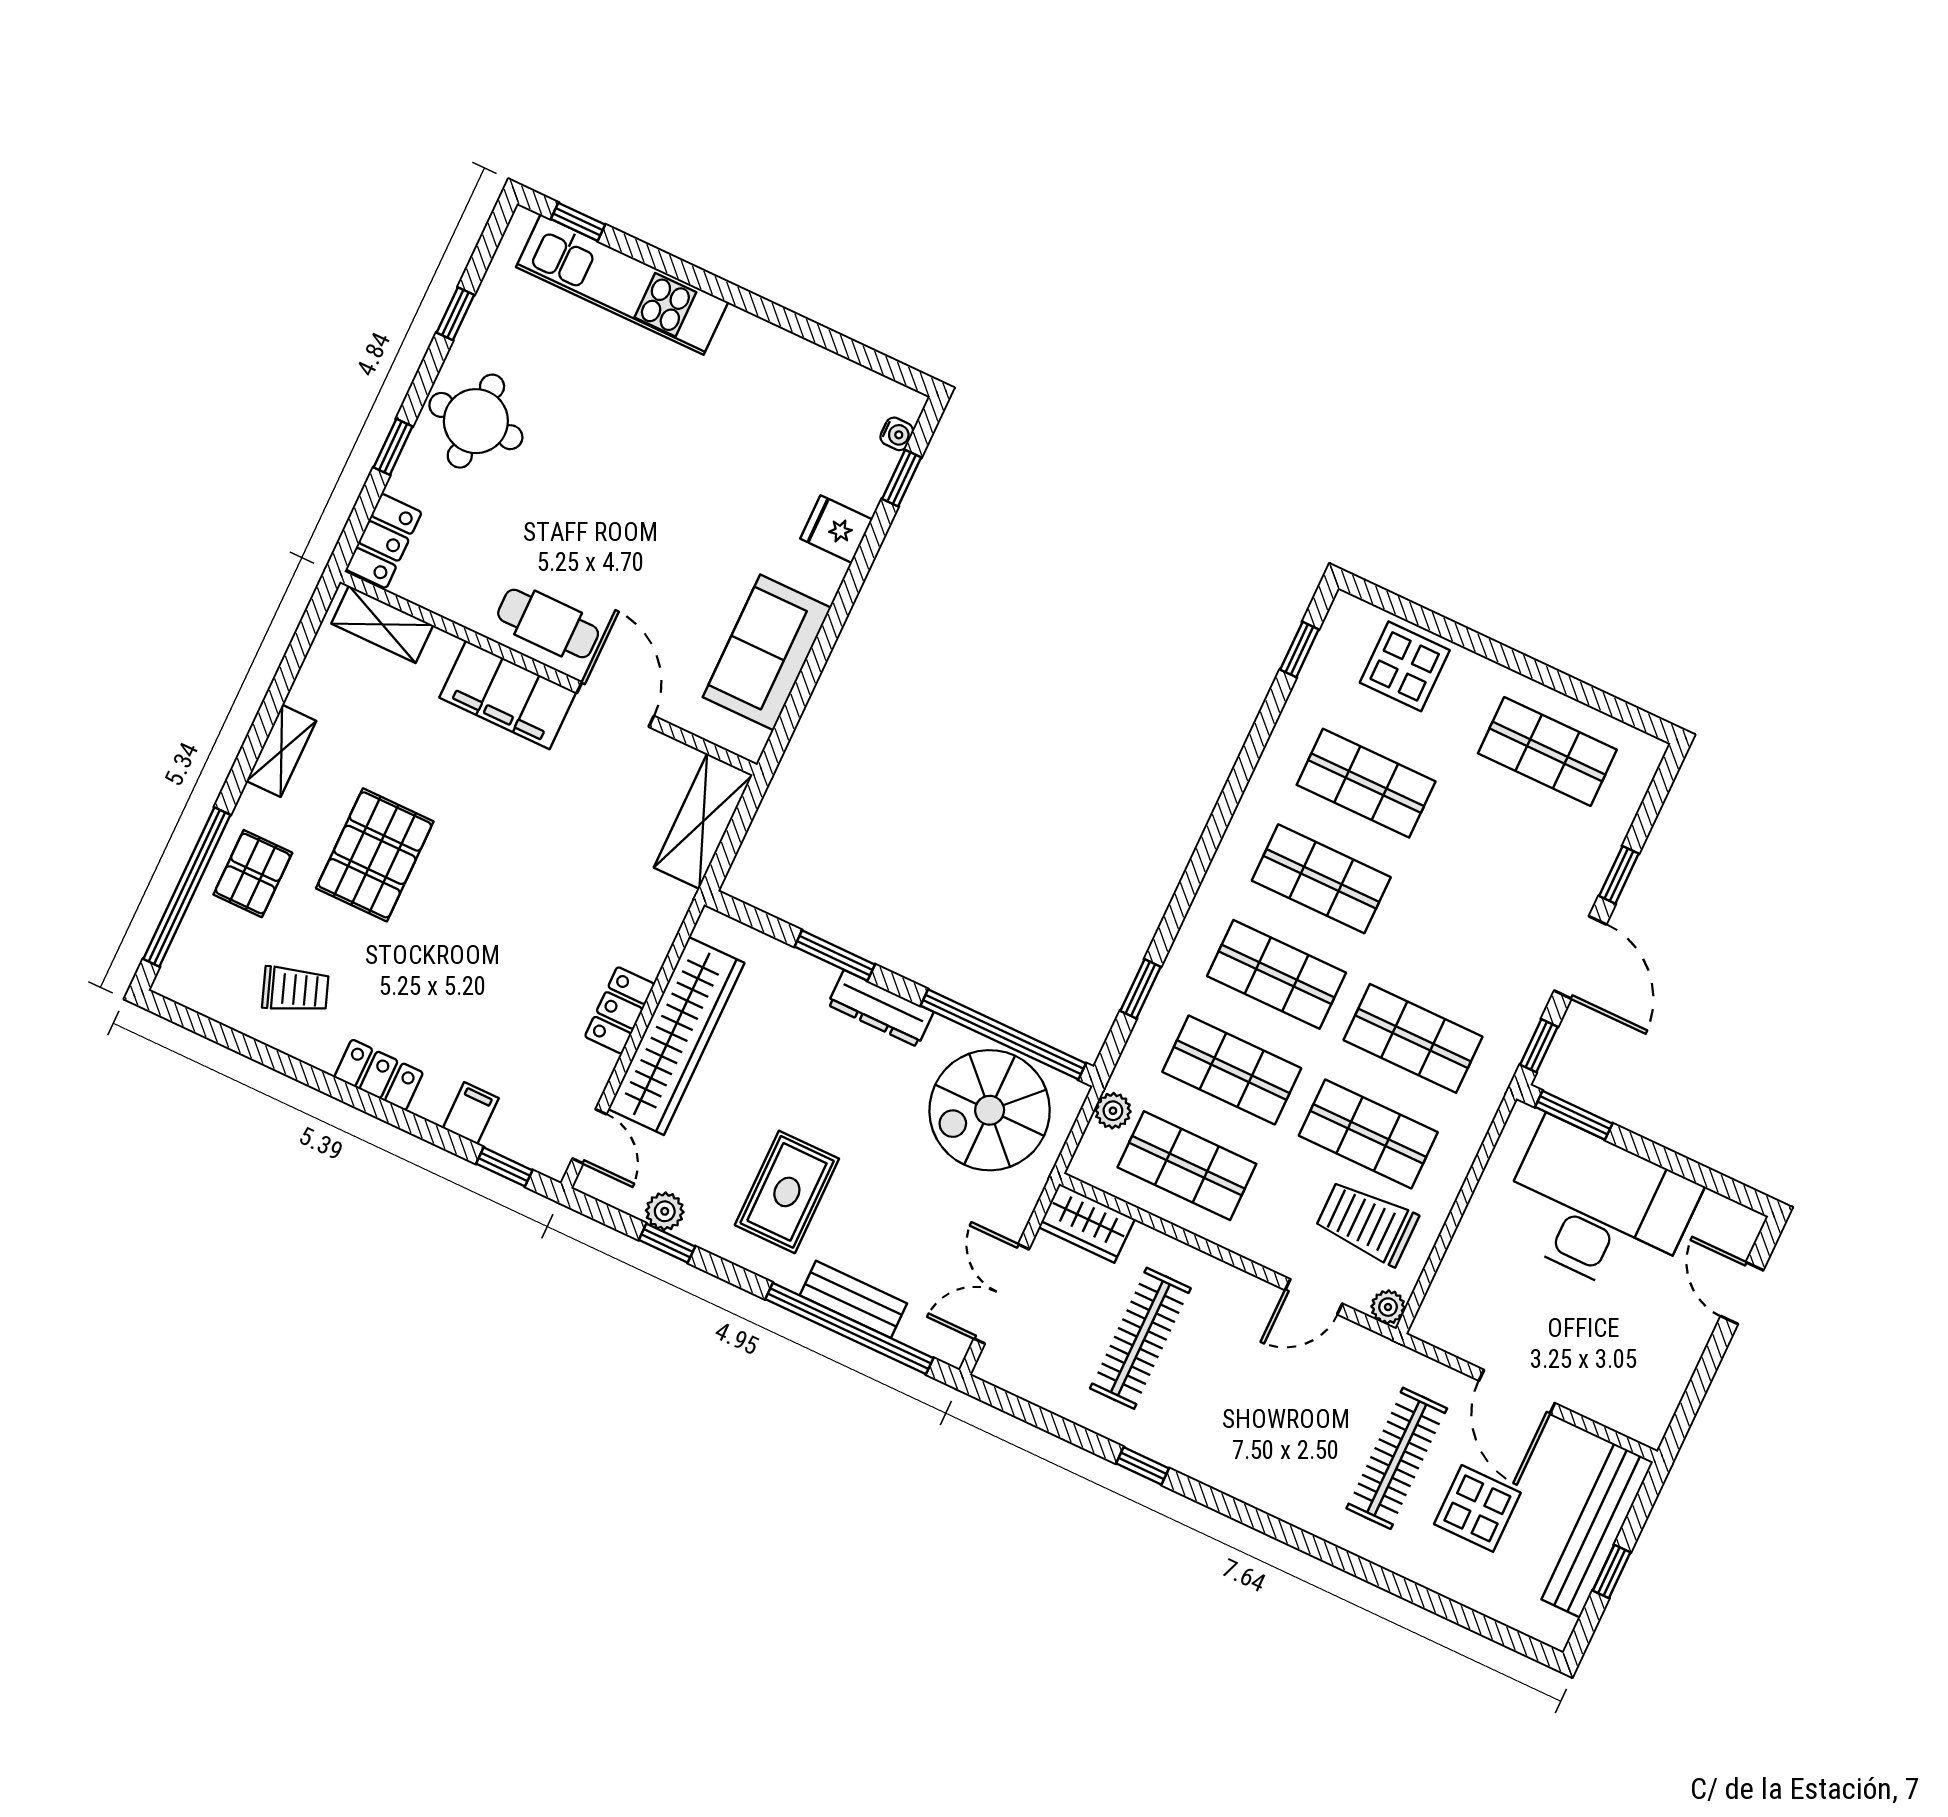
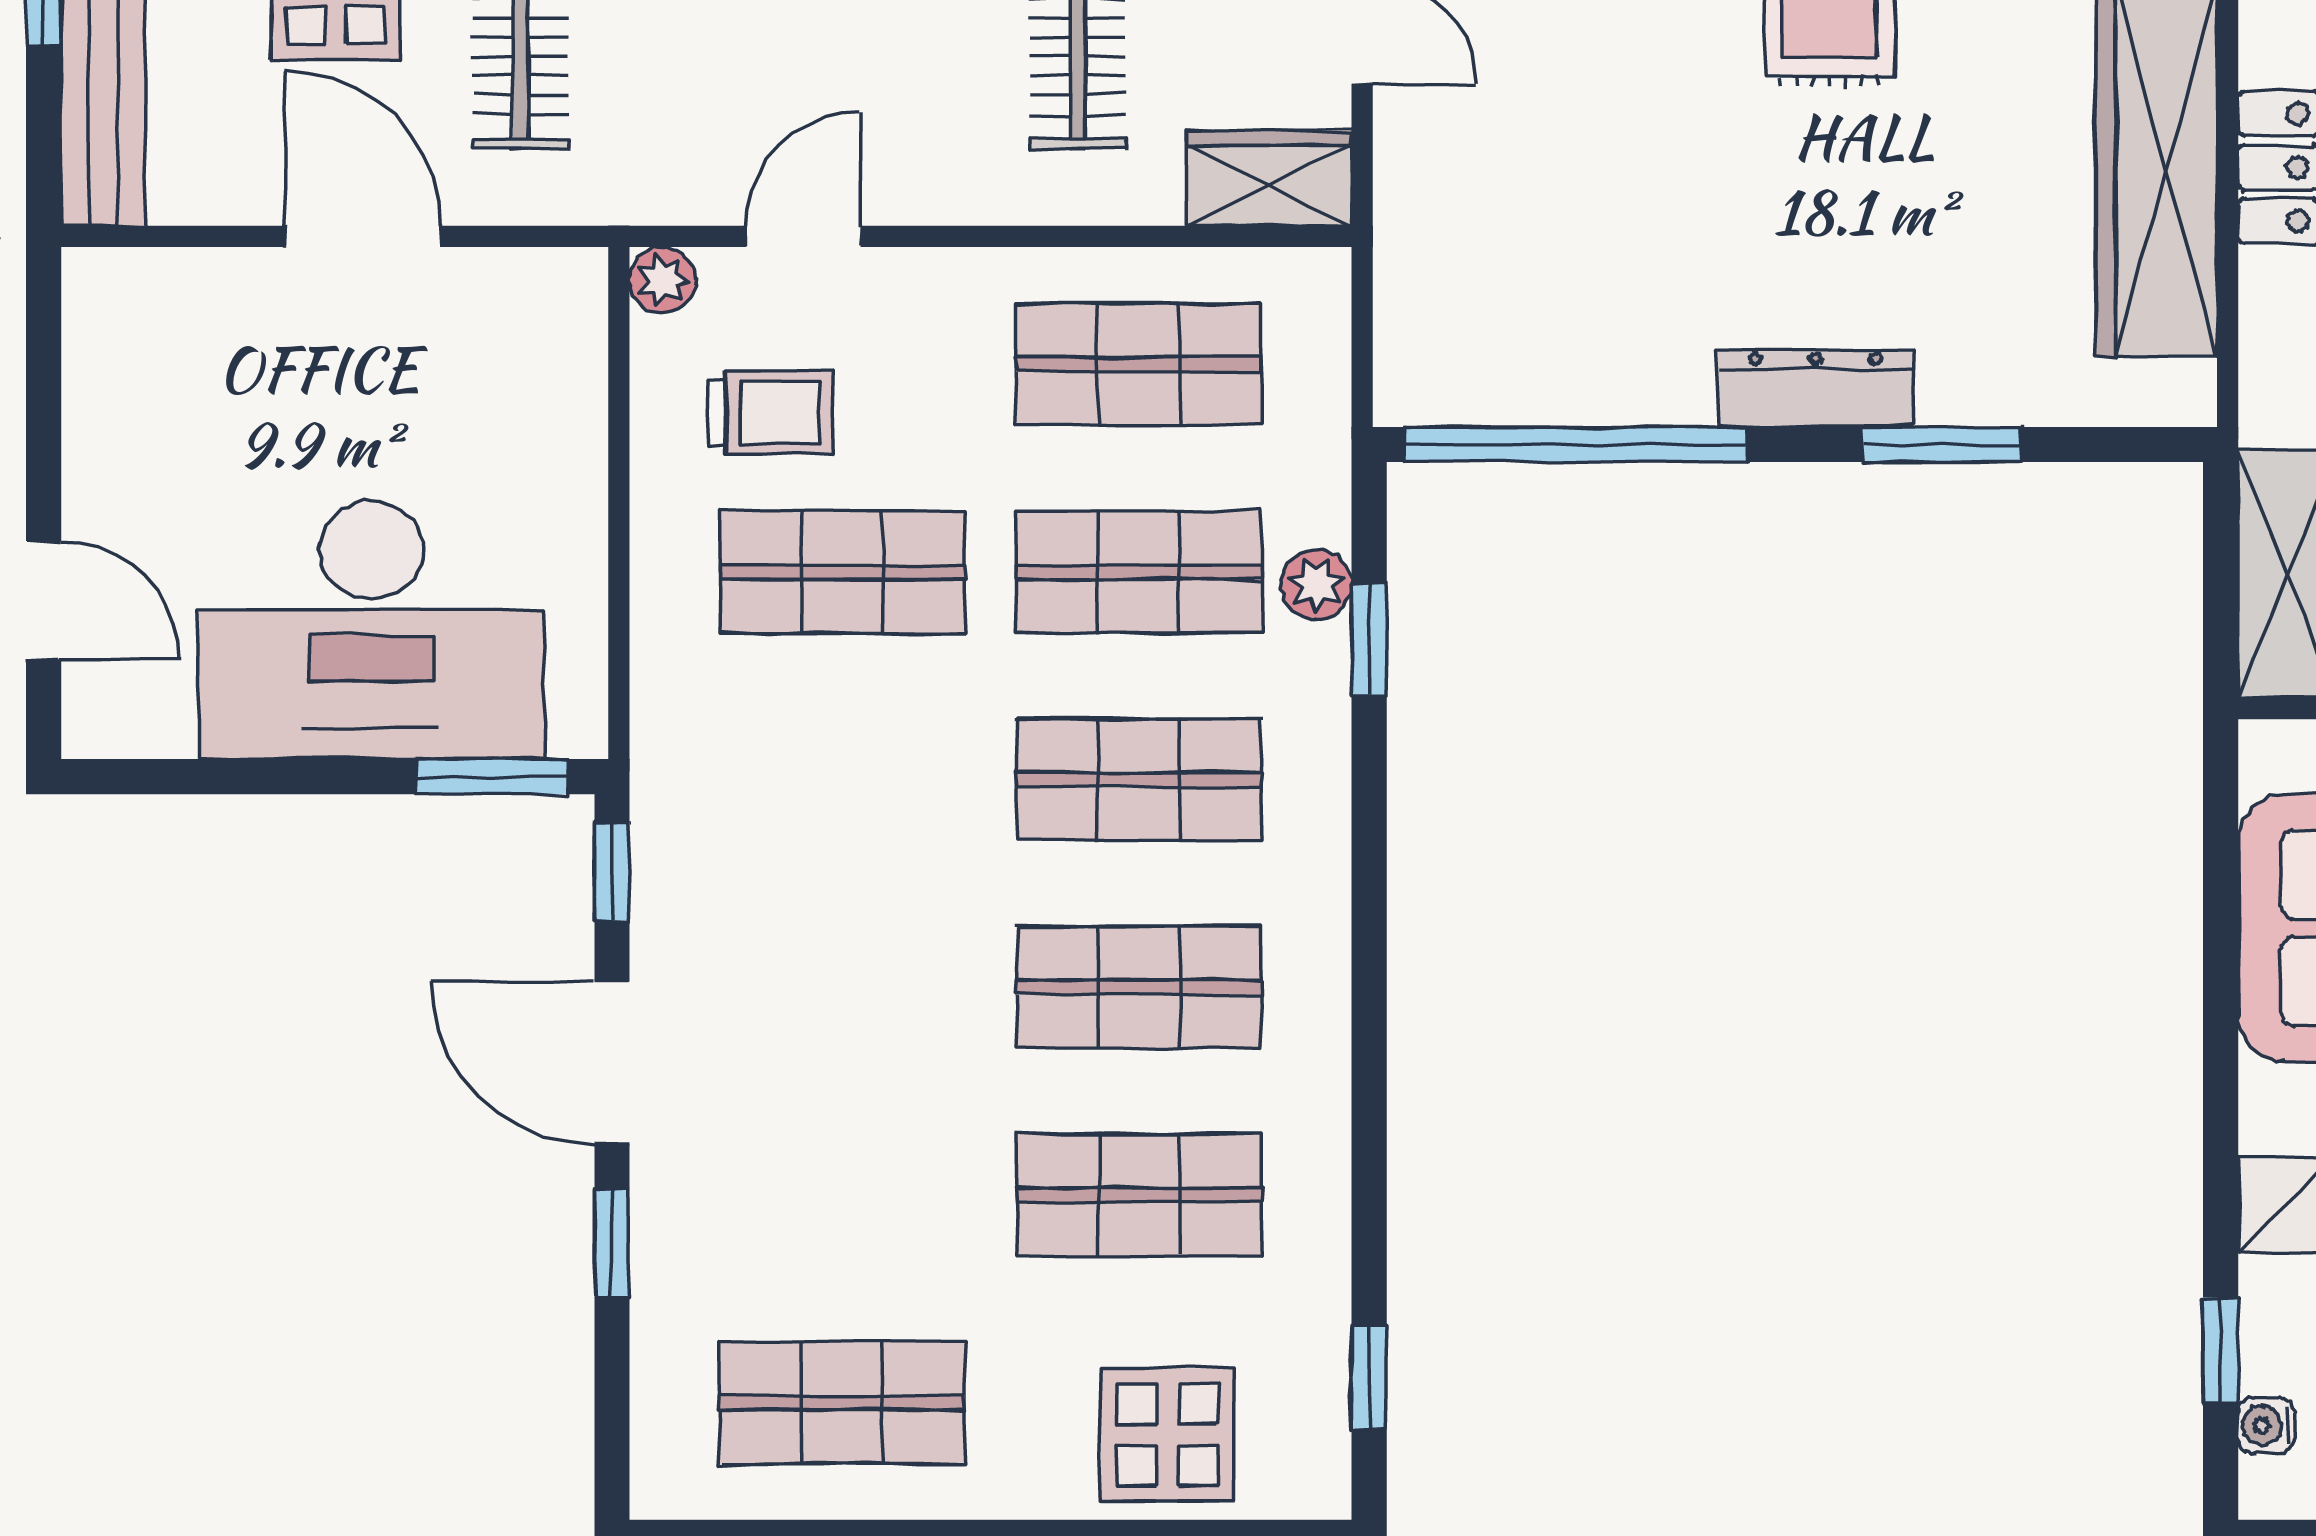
shop shelf: (1413, 1038) -> (842, 780), removed
spiral stairs: (990, 1110) -> (1537, 298), removed
plant: (1113, 1111) -> (1316, 585), moved
trolley: (1367, 1223) -> (771, 413), width x0.73, depth x0.72

